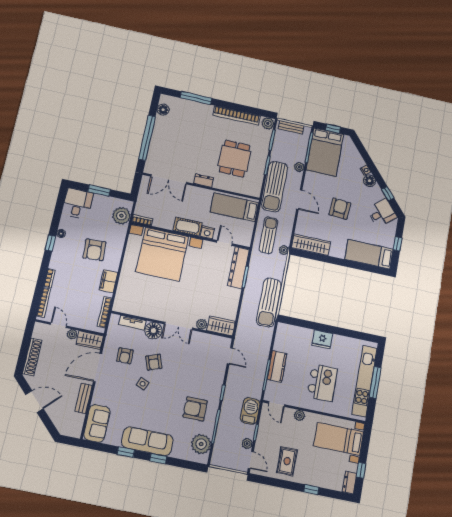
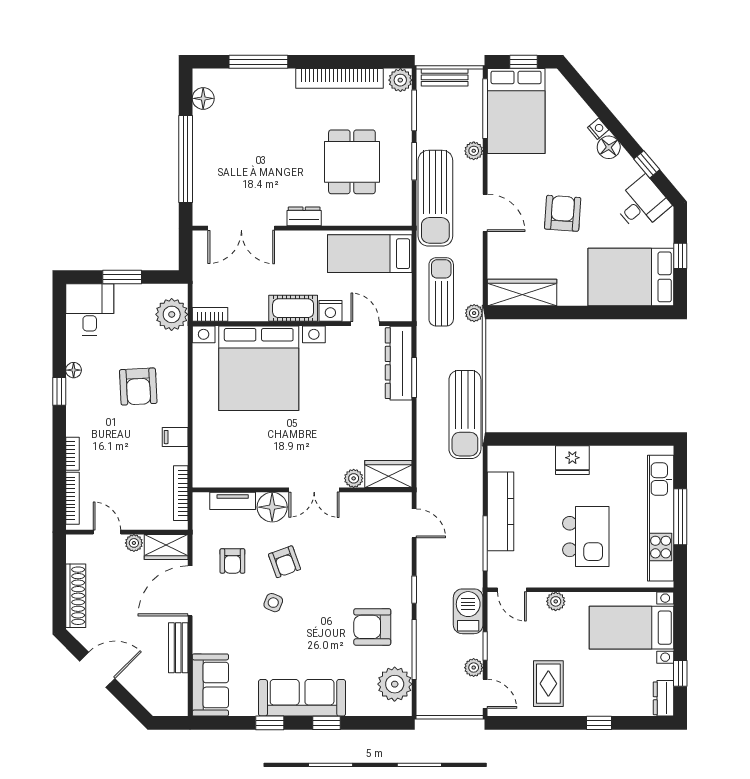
bed: (369, 254) -> (631, 277), width x1.50
filing cabinet: (108, 281) -> (175, 437), width x0.50
kitchen counter: (277, 366) -> (500, 511), width x1.50

